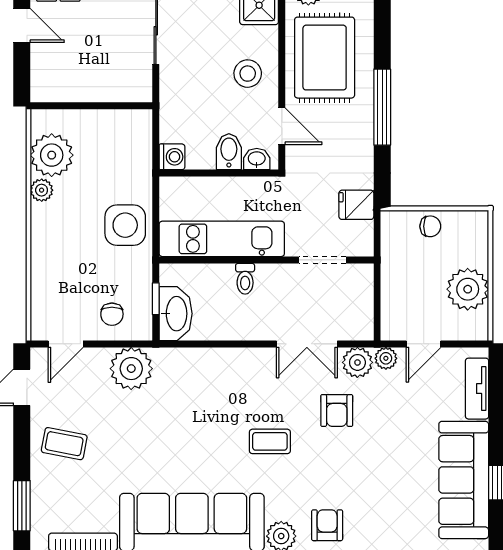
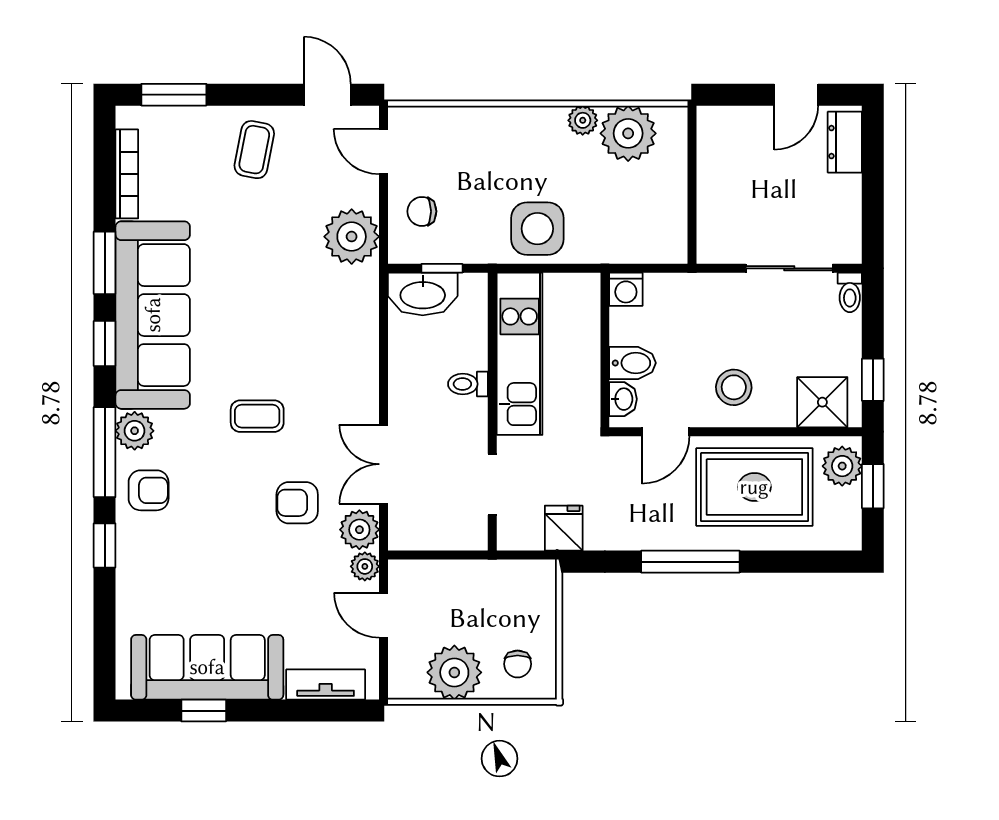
chair: (430, 226) -> (518, 664), moved
coffee table: (270, 441) -> (257, 416), turned 90

